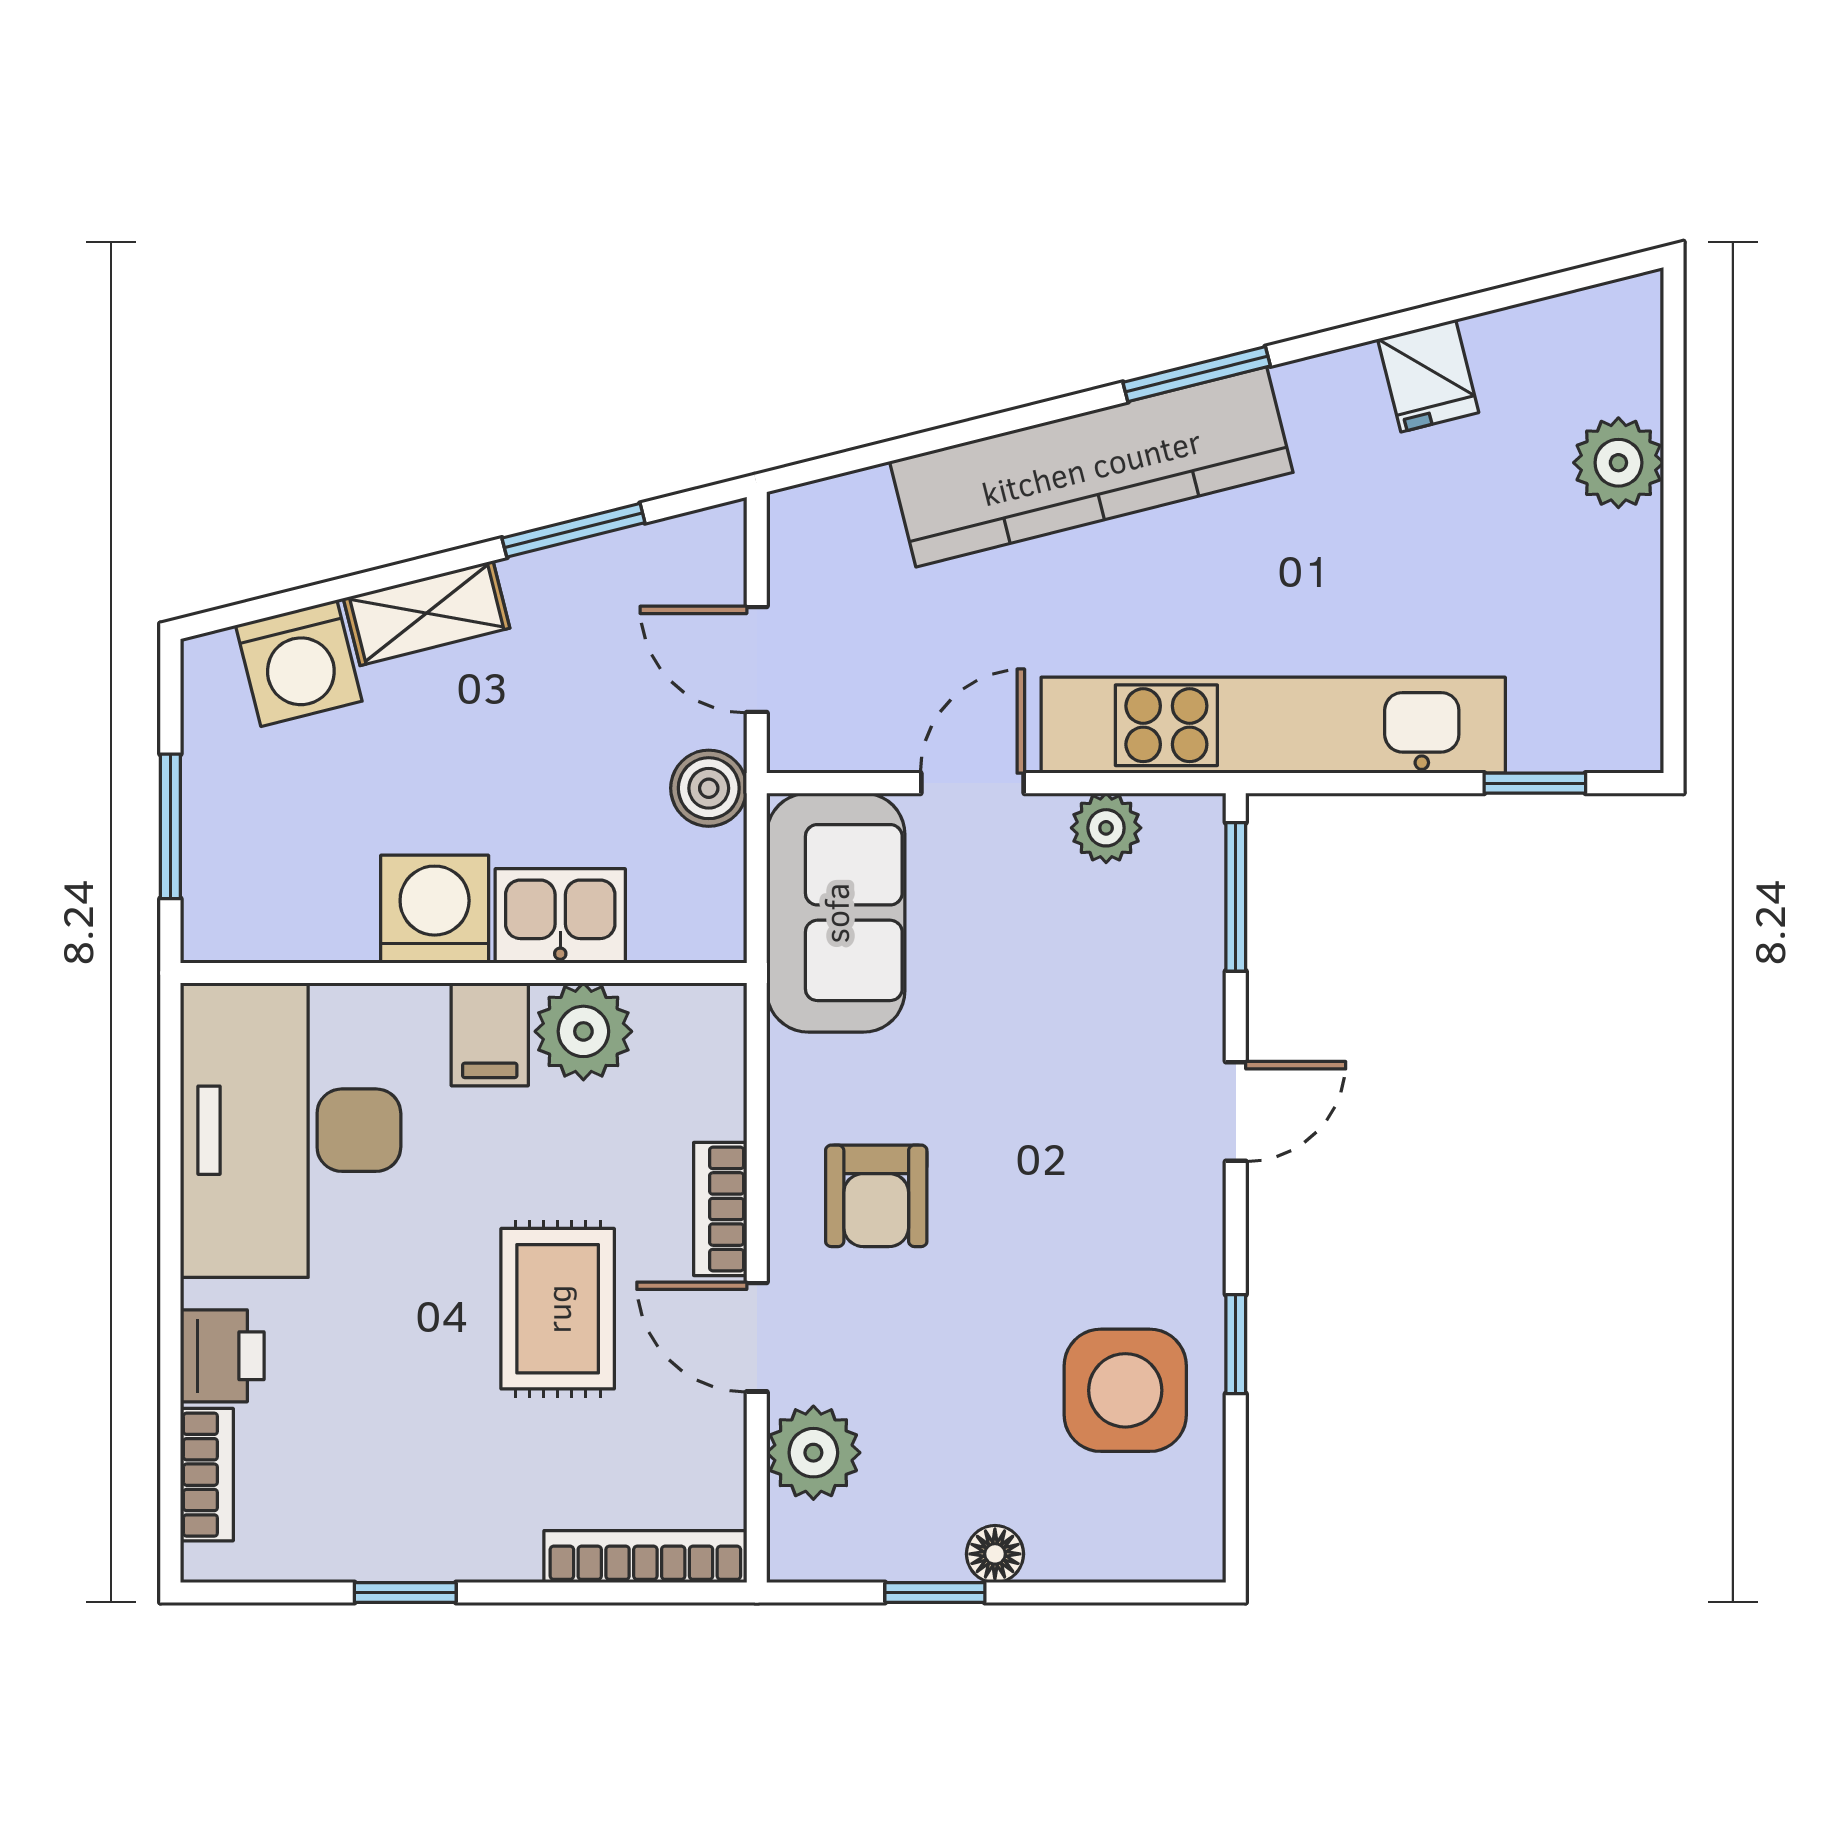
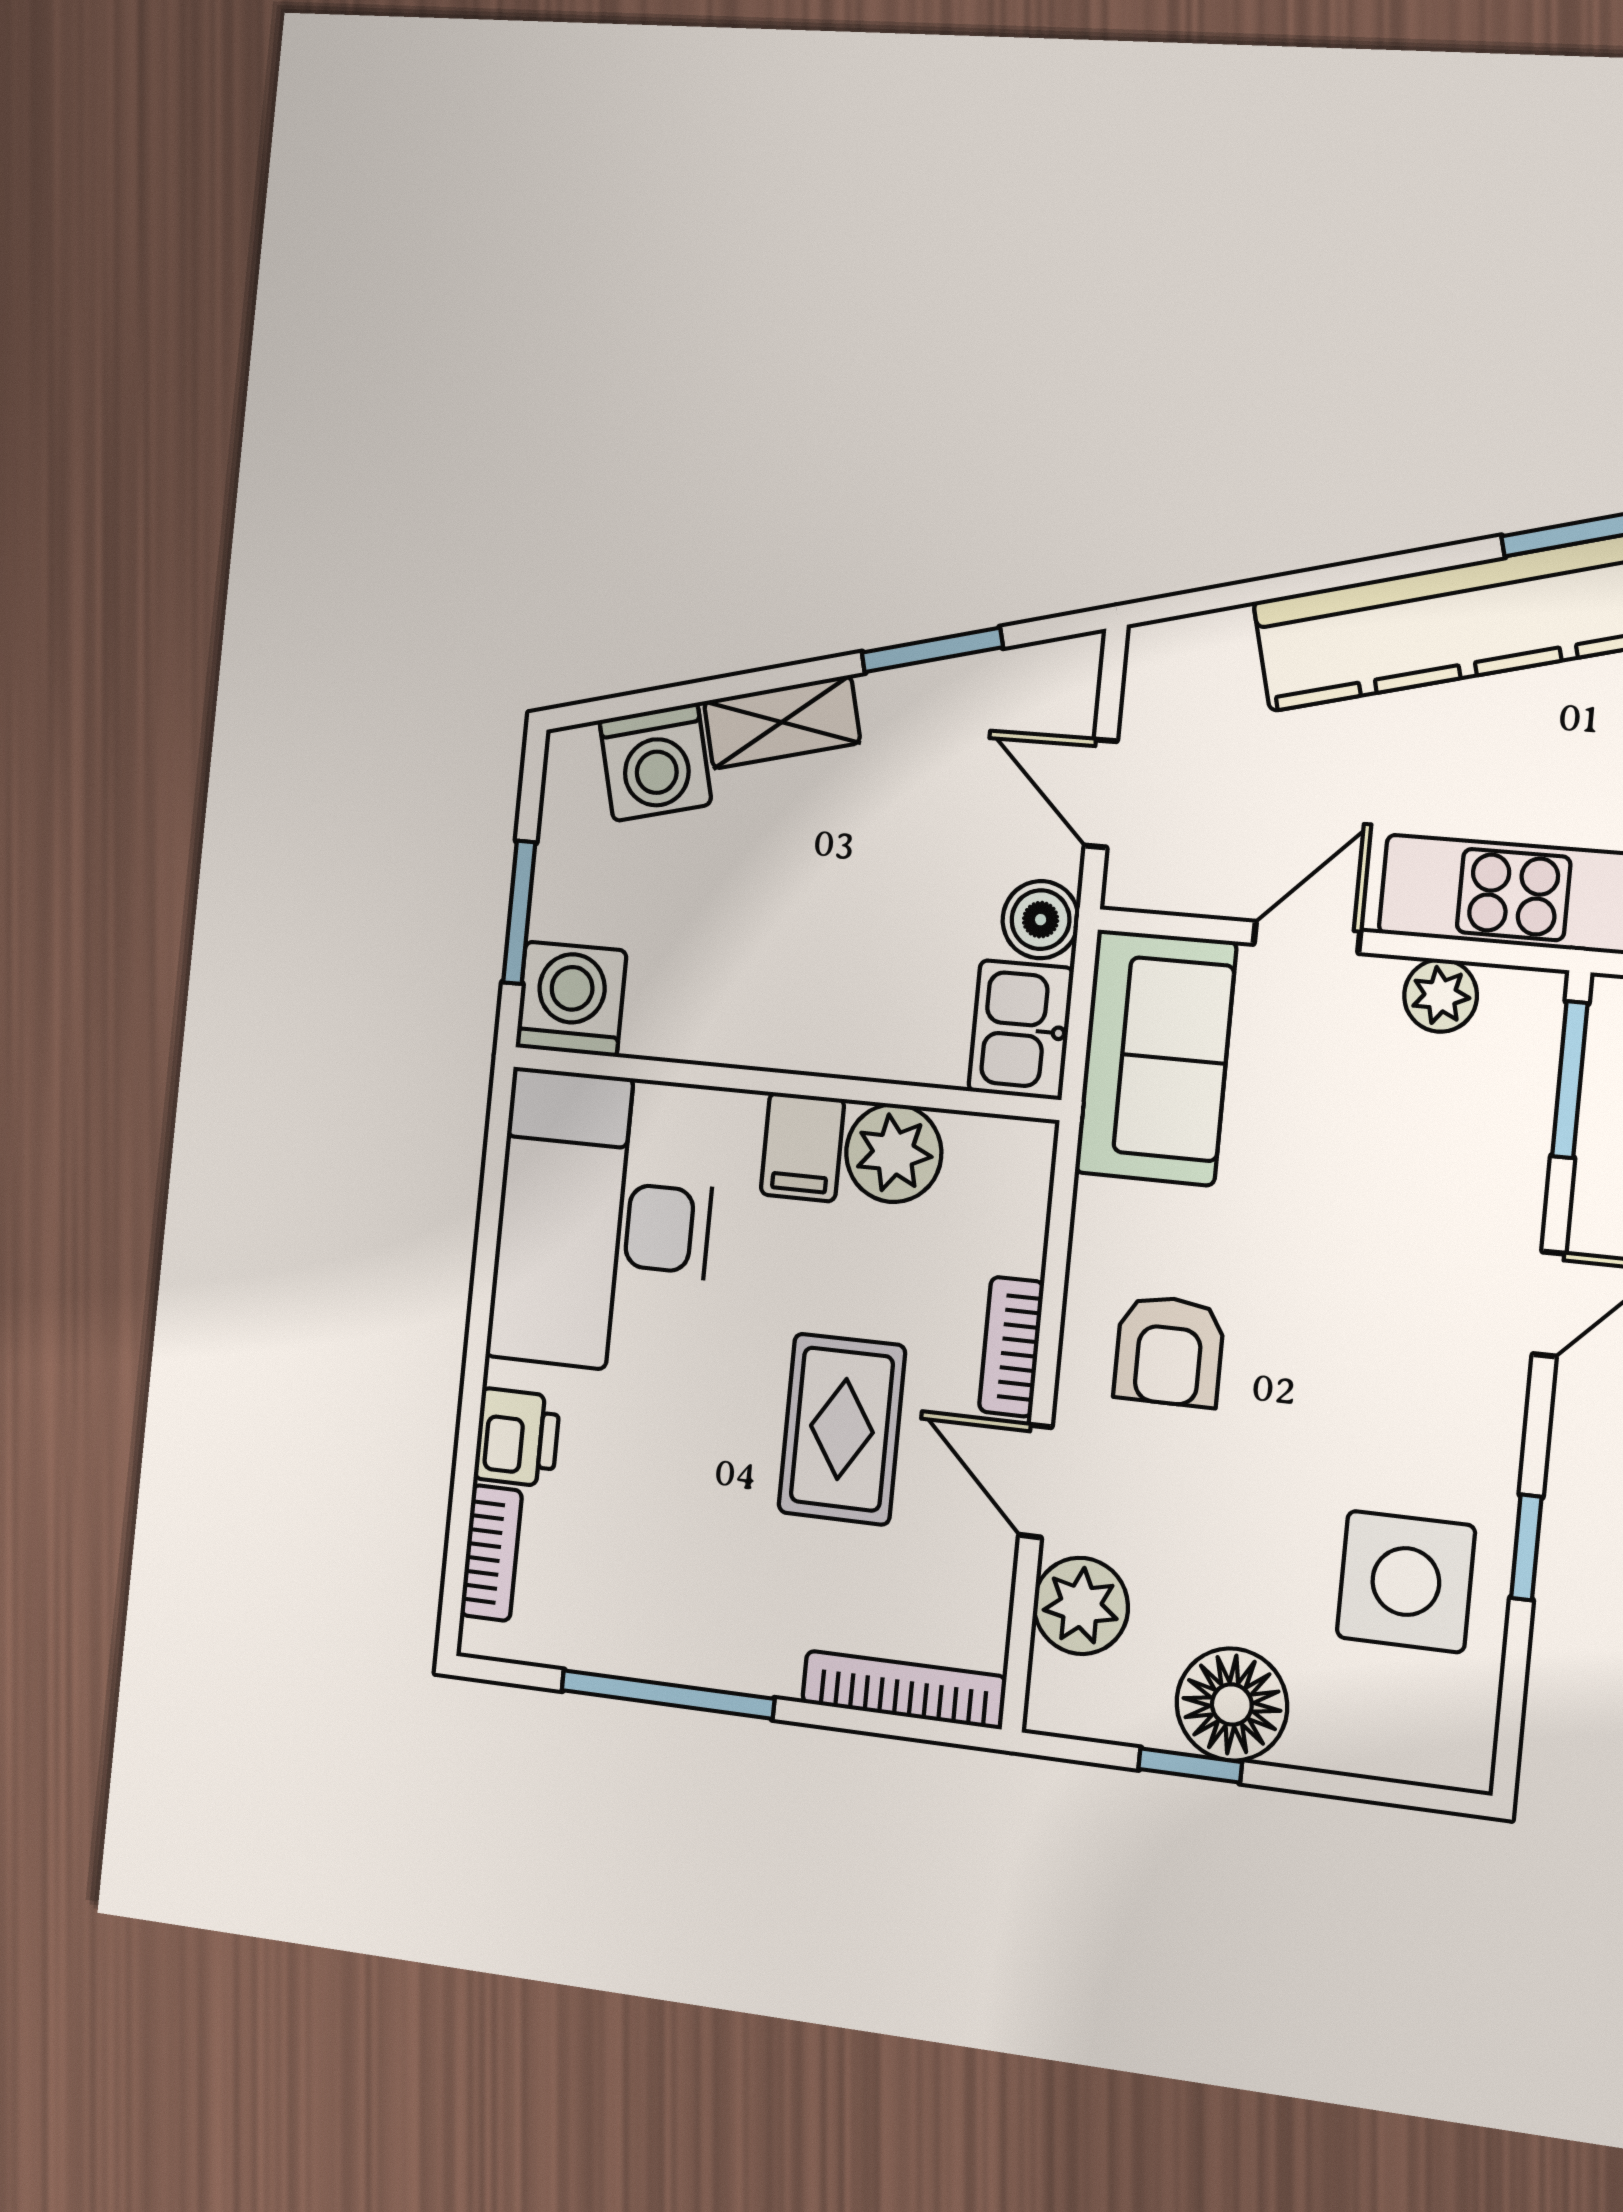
washing machine: (435, 909) -> (571, 999), moved
kitchen sink: (560, 916) -> (1021, 1030), moved, turned -90
floor lamp: (995, 1554) -> (1232, 1704), width x1.89, depth x1.89
window: (405, 1592) -> (667, 1695), width x2.17

